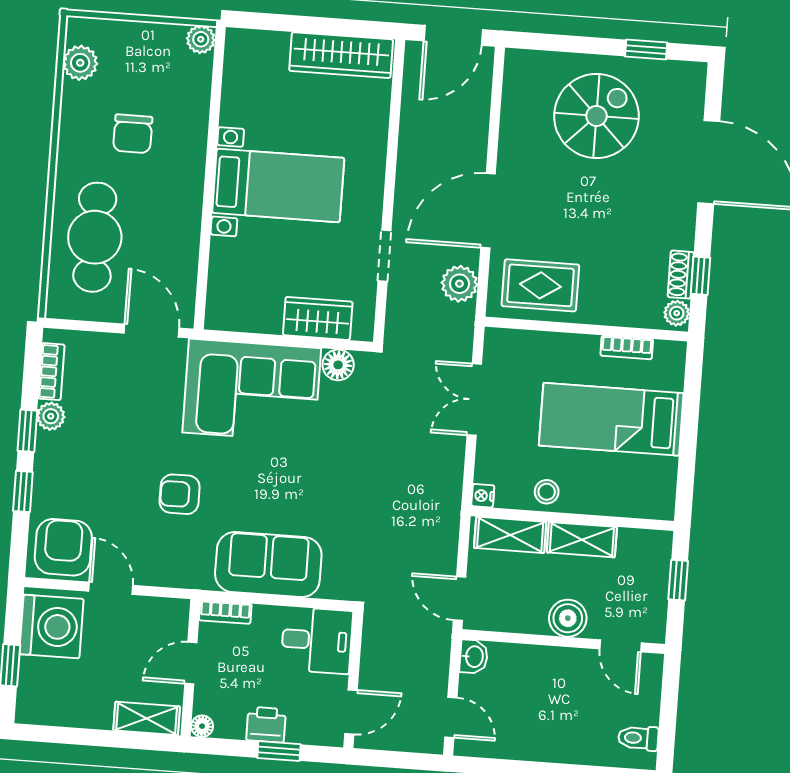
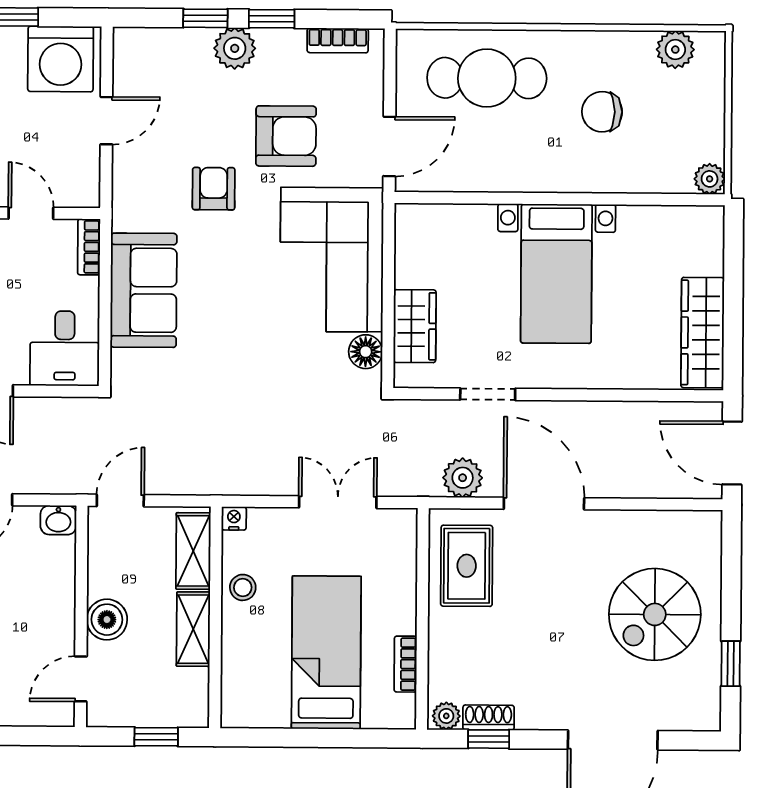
spiral stairs: (596, 116) -> (655, 614), turned 90
plant: (51, 416) -> (235, 48), moved, width x1.38, depth x1.38
armchair: (63, 547) -> (286, 136), moved

